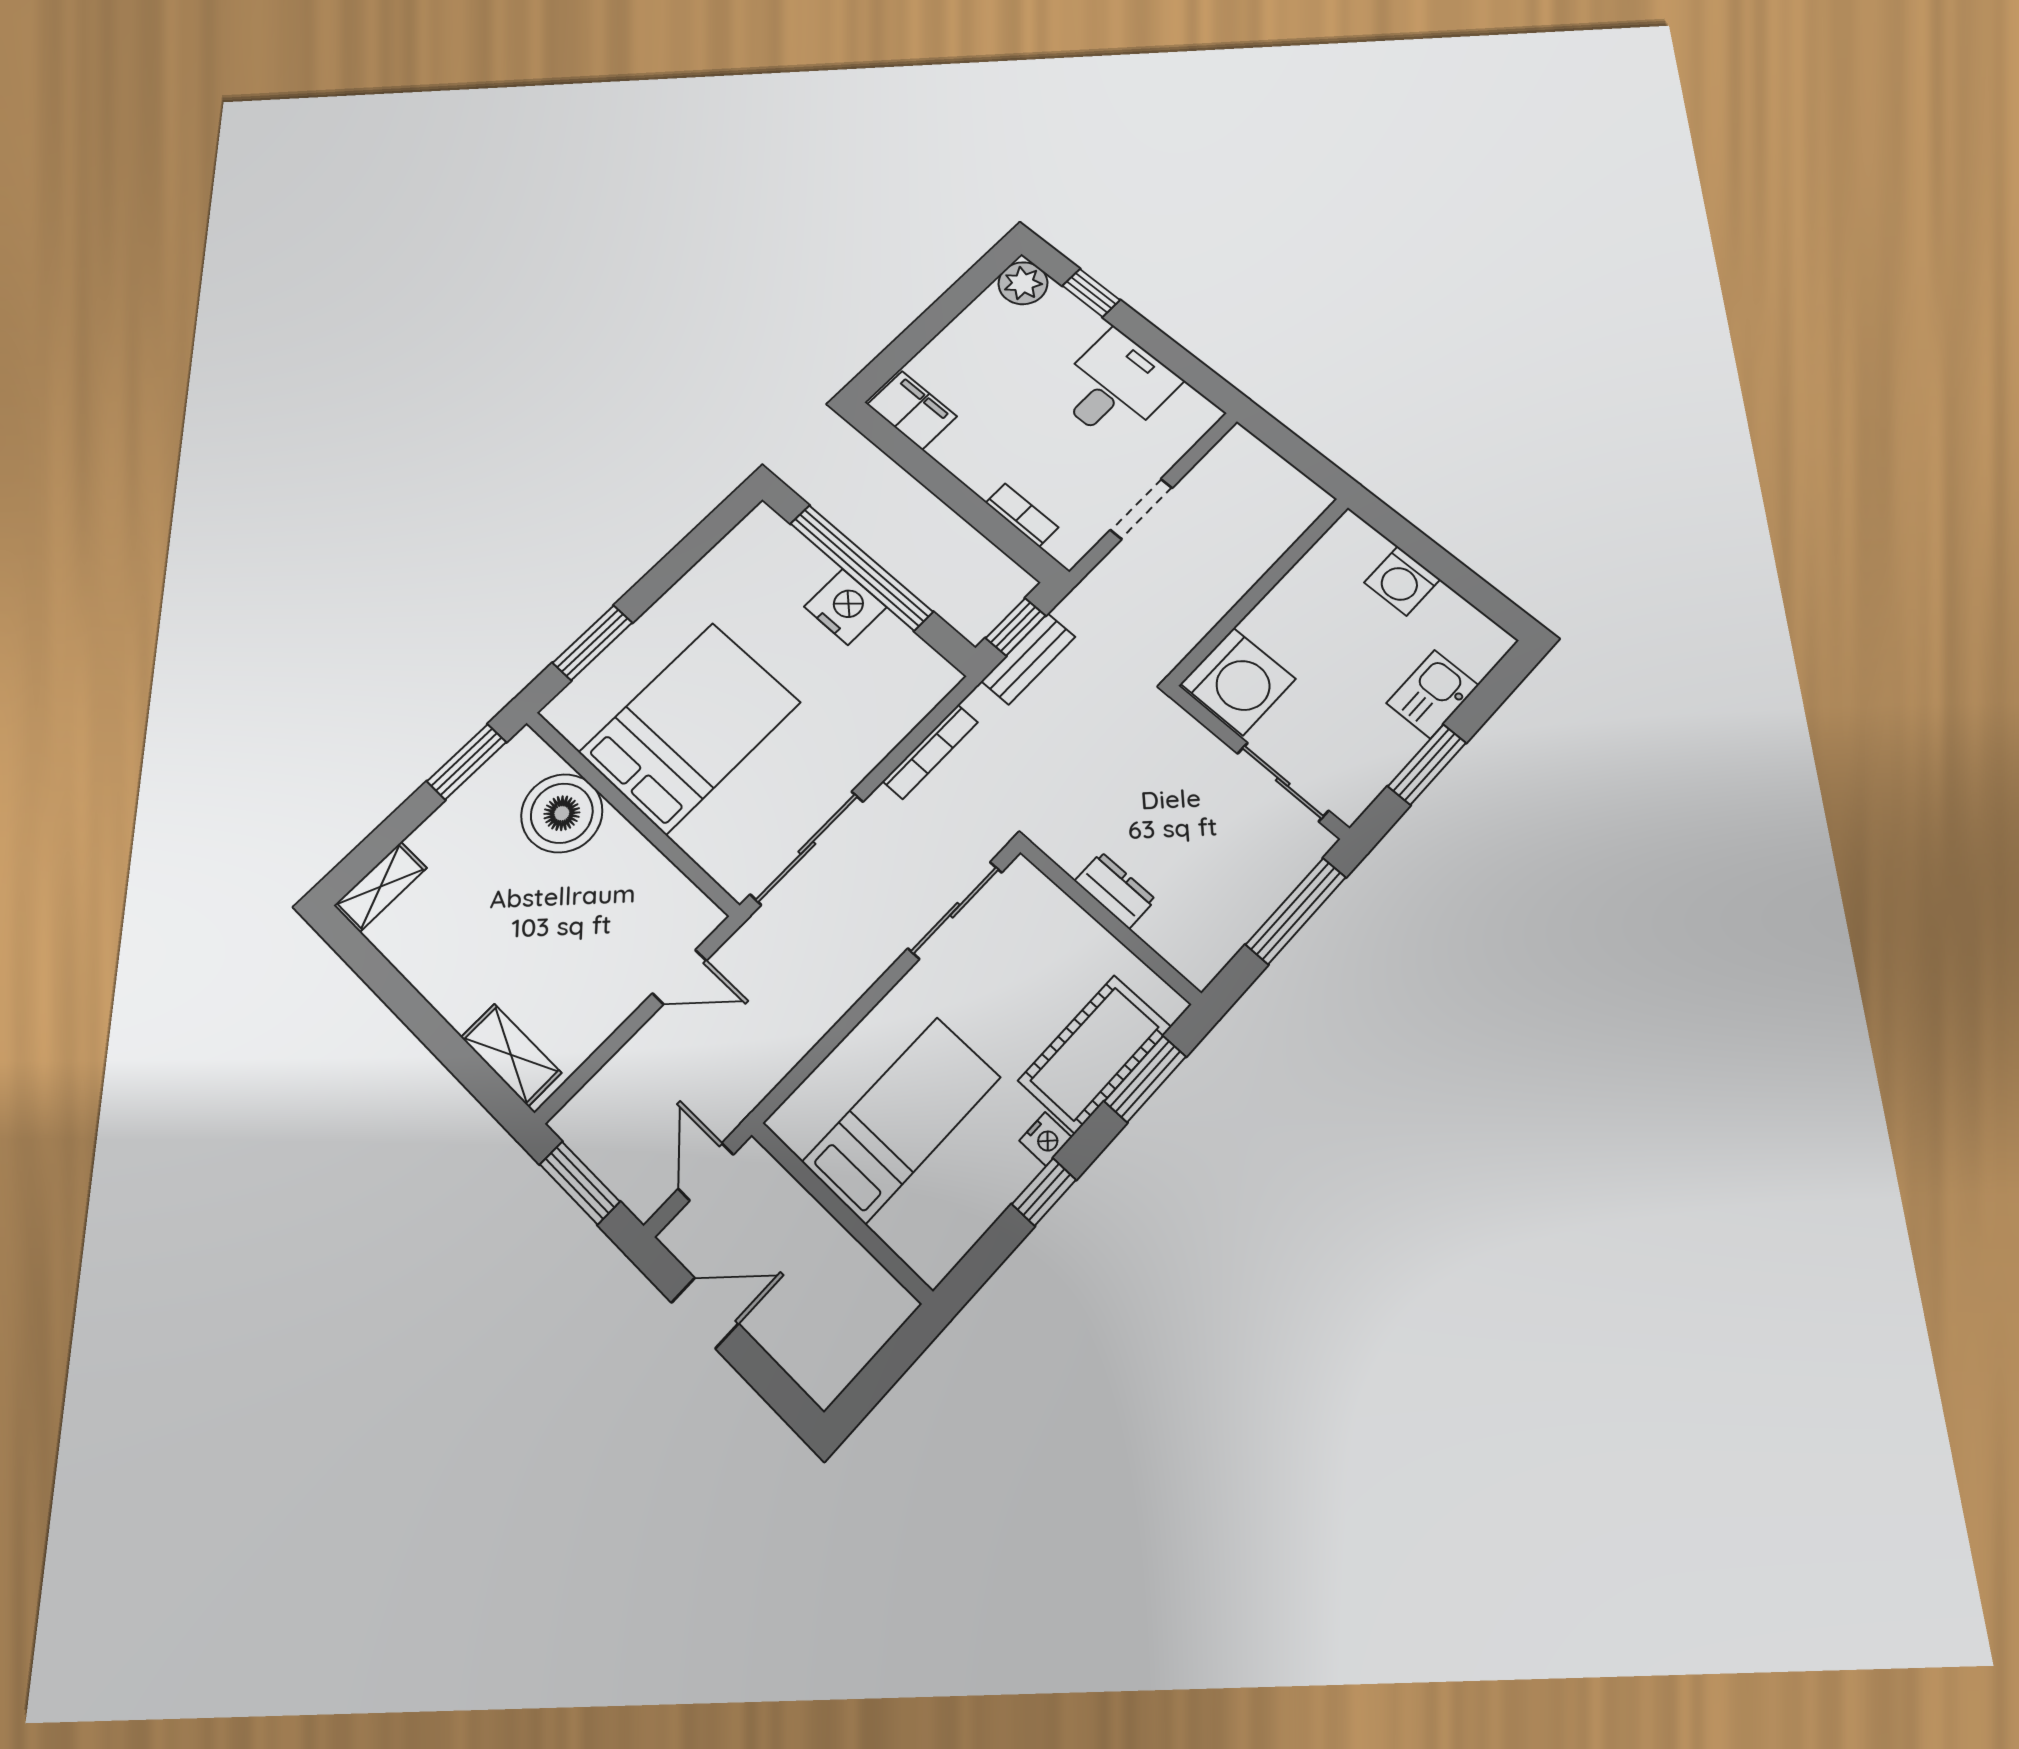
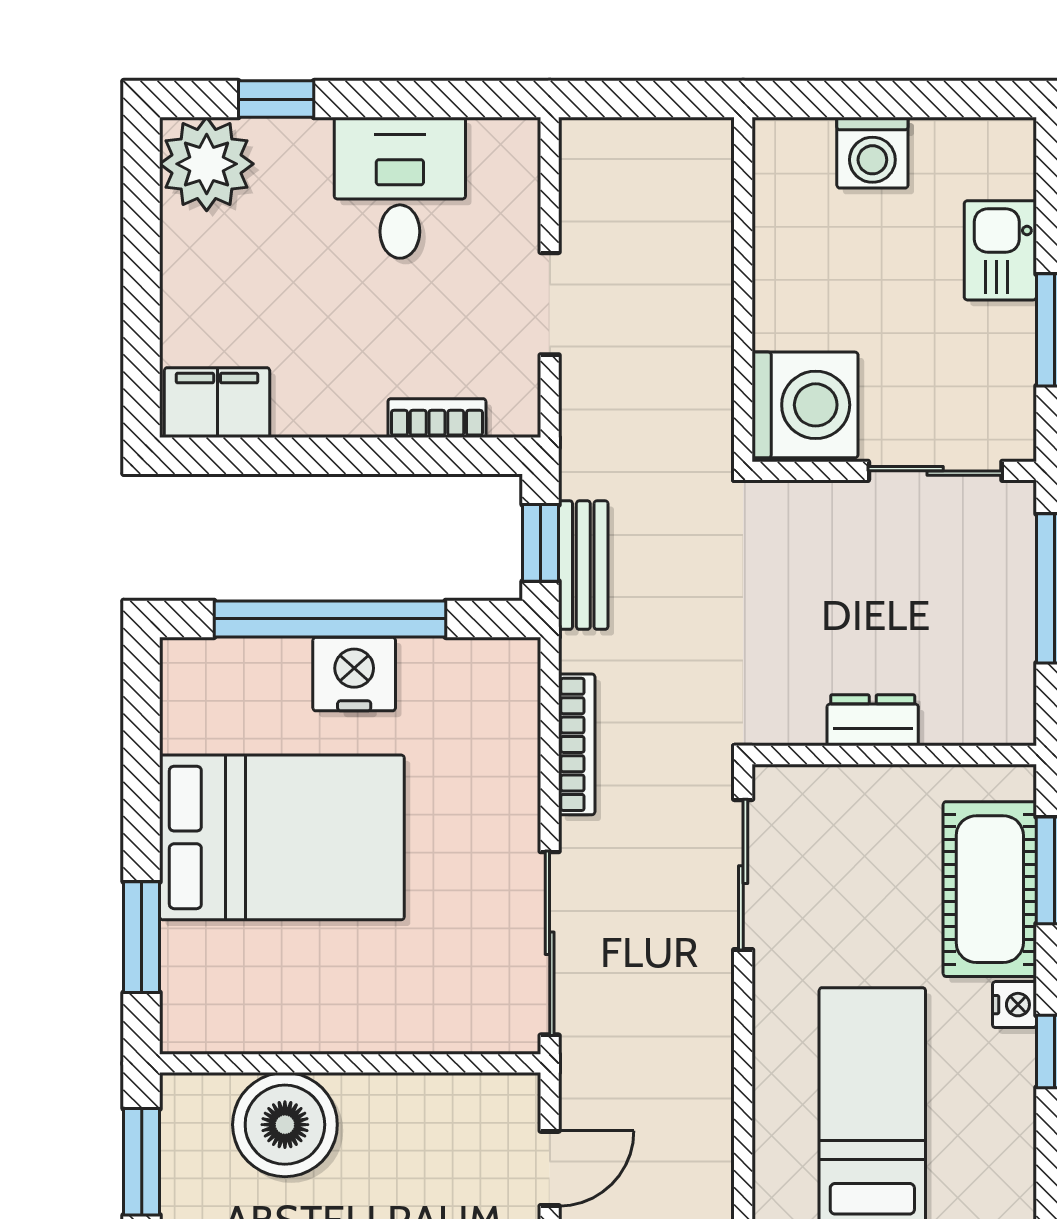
plant: (1023, 283) -> (207, 164), width x1.36, depth x1.36
bed: (690, 727) -> (282, 837), moved, turned 90

